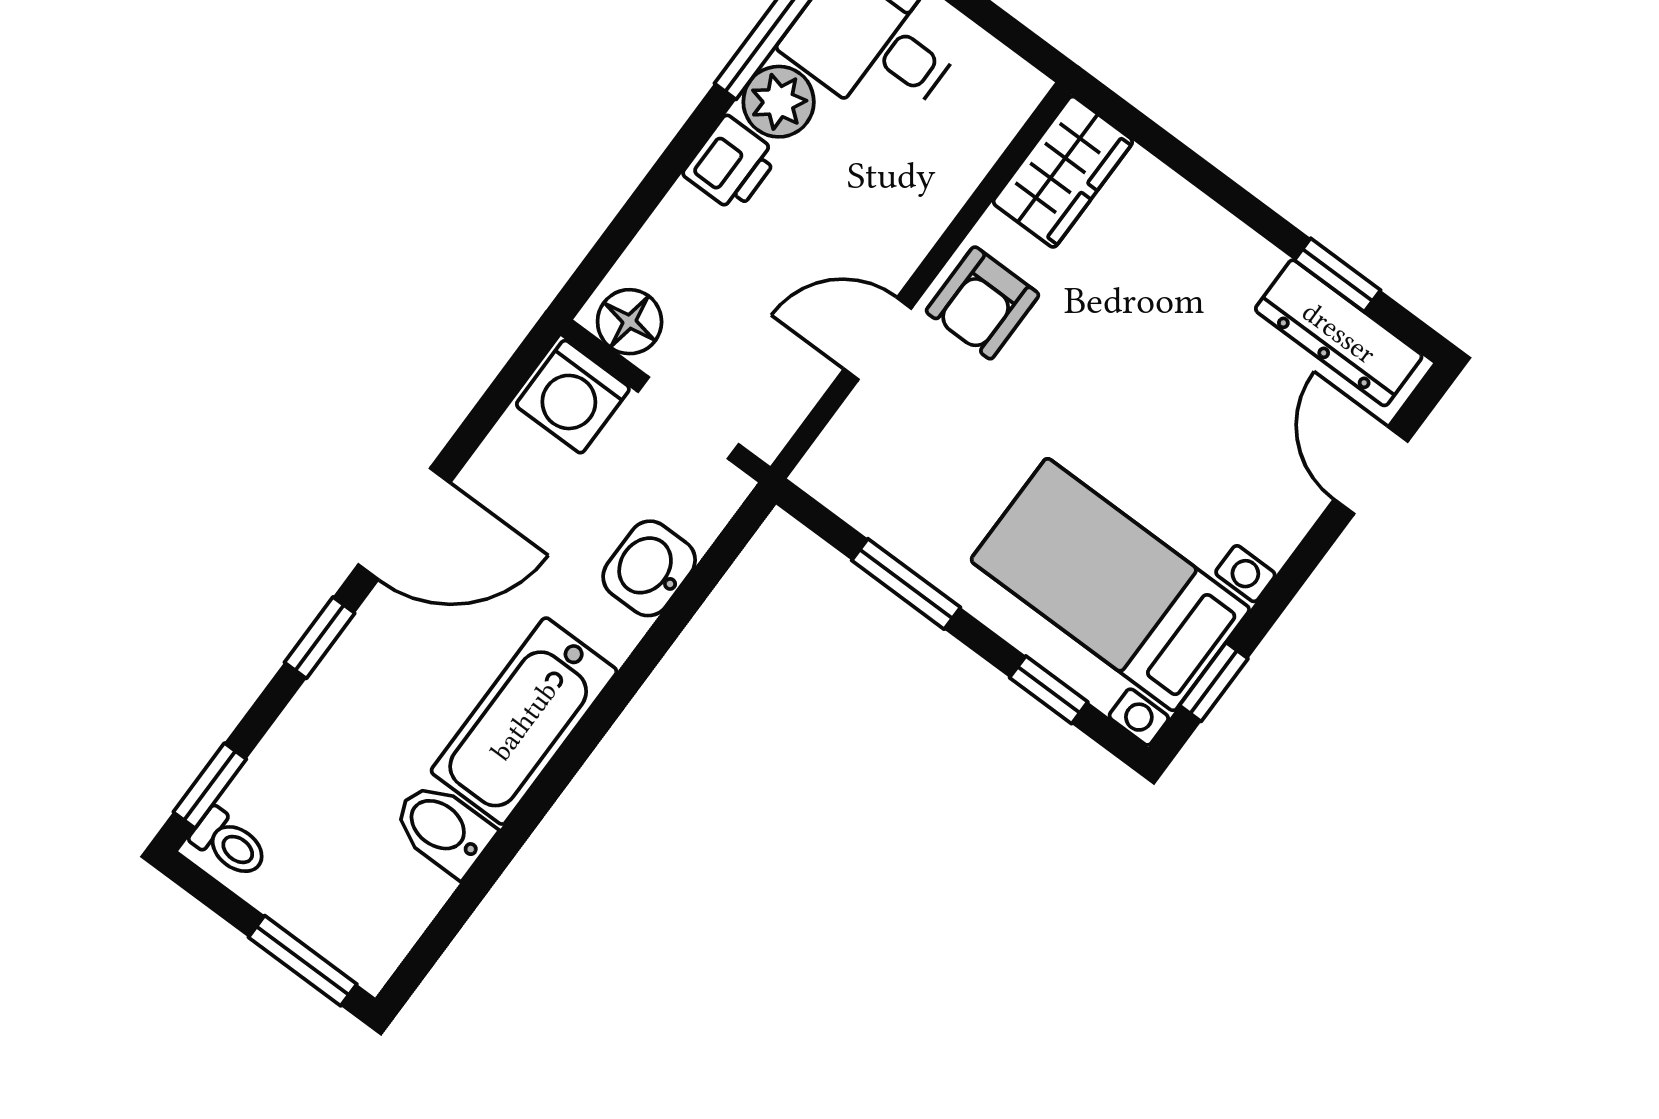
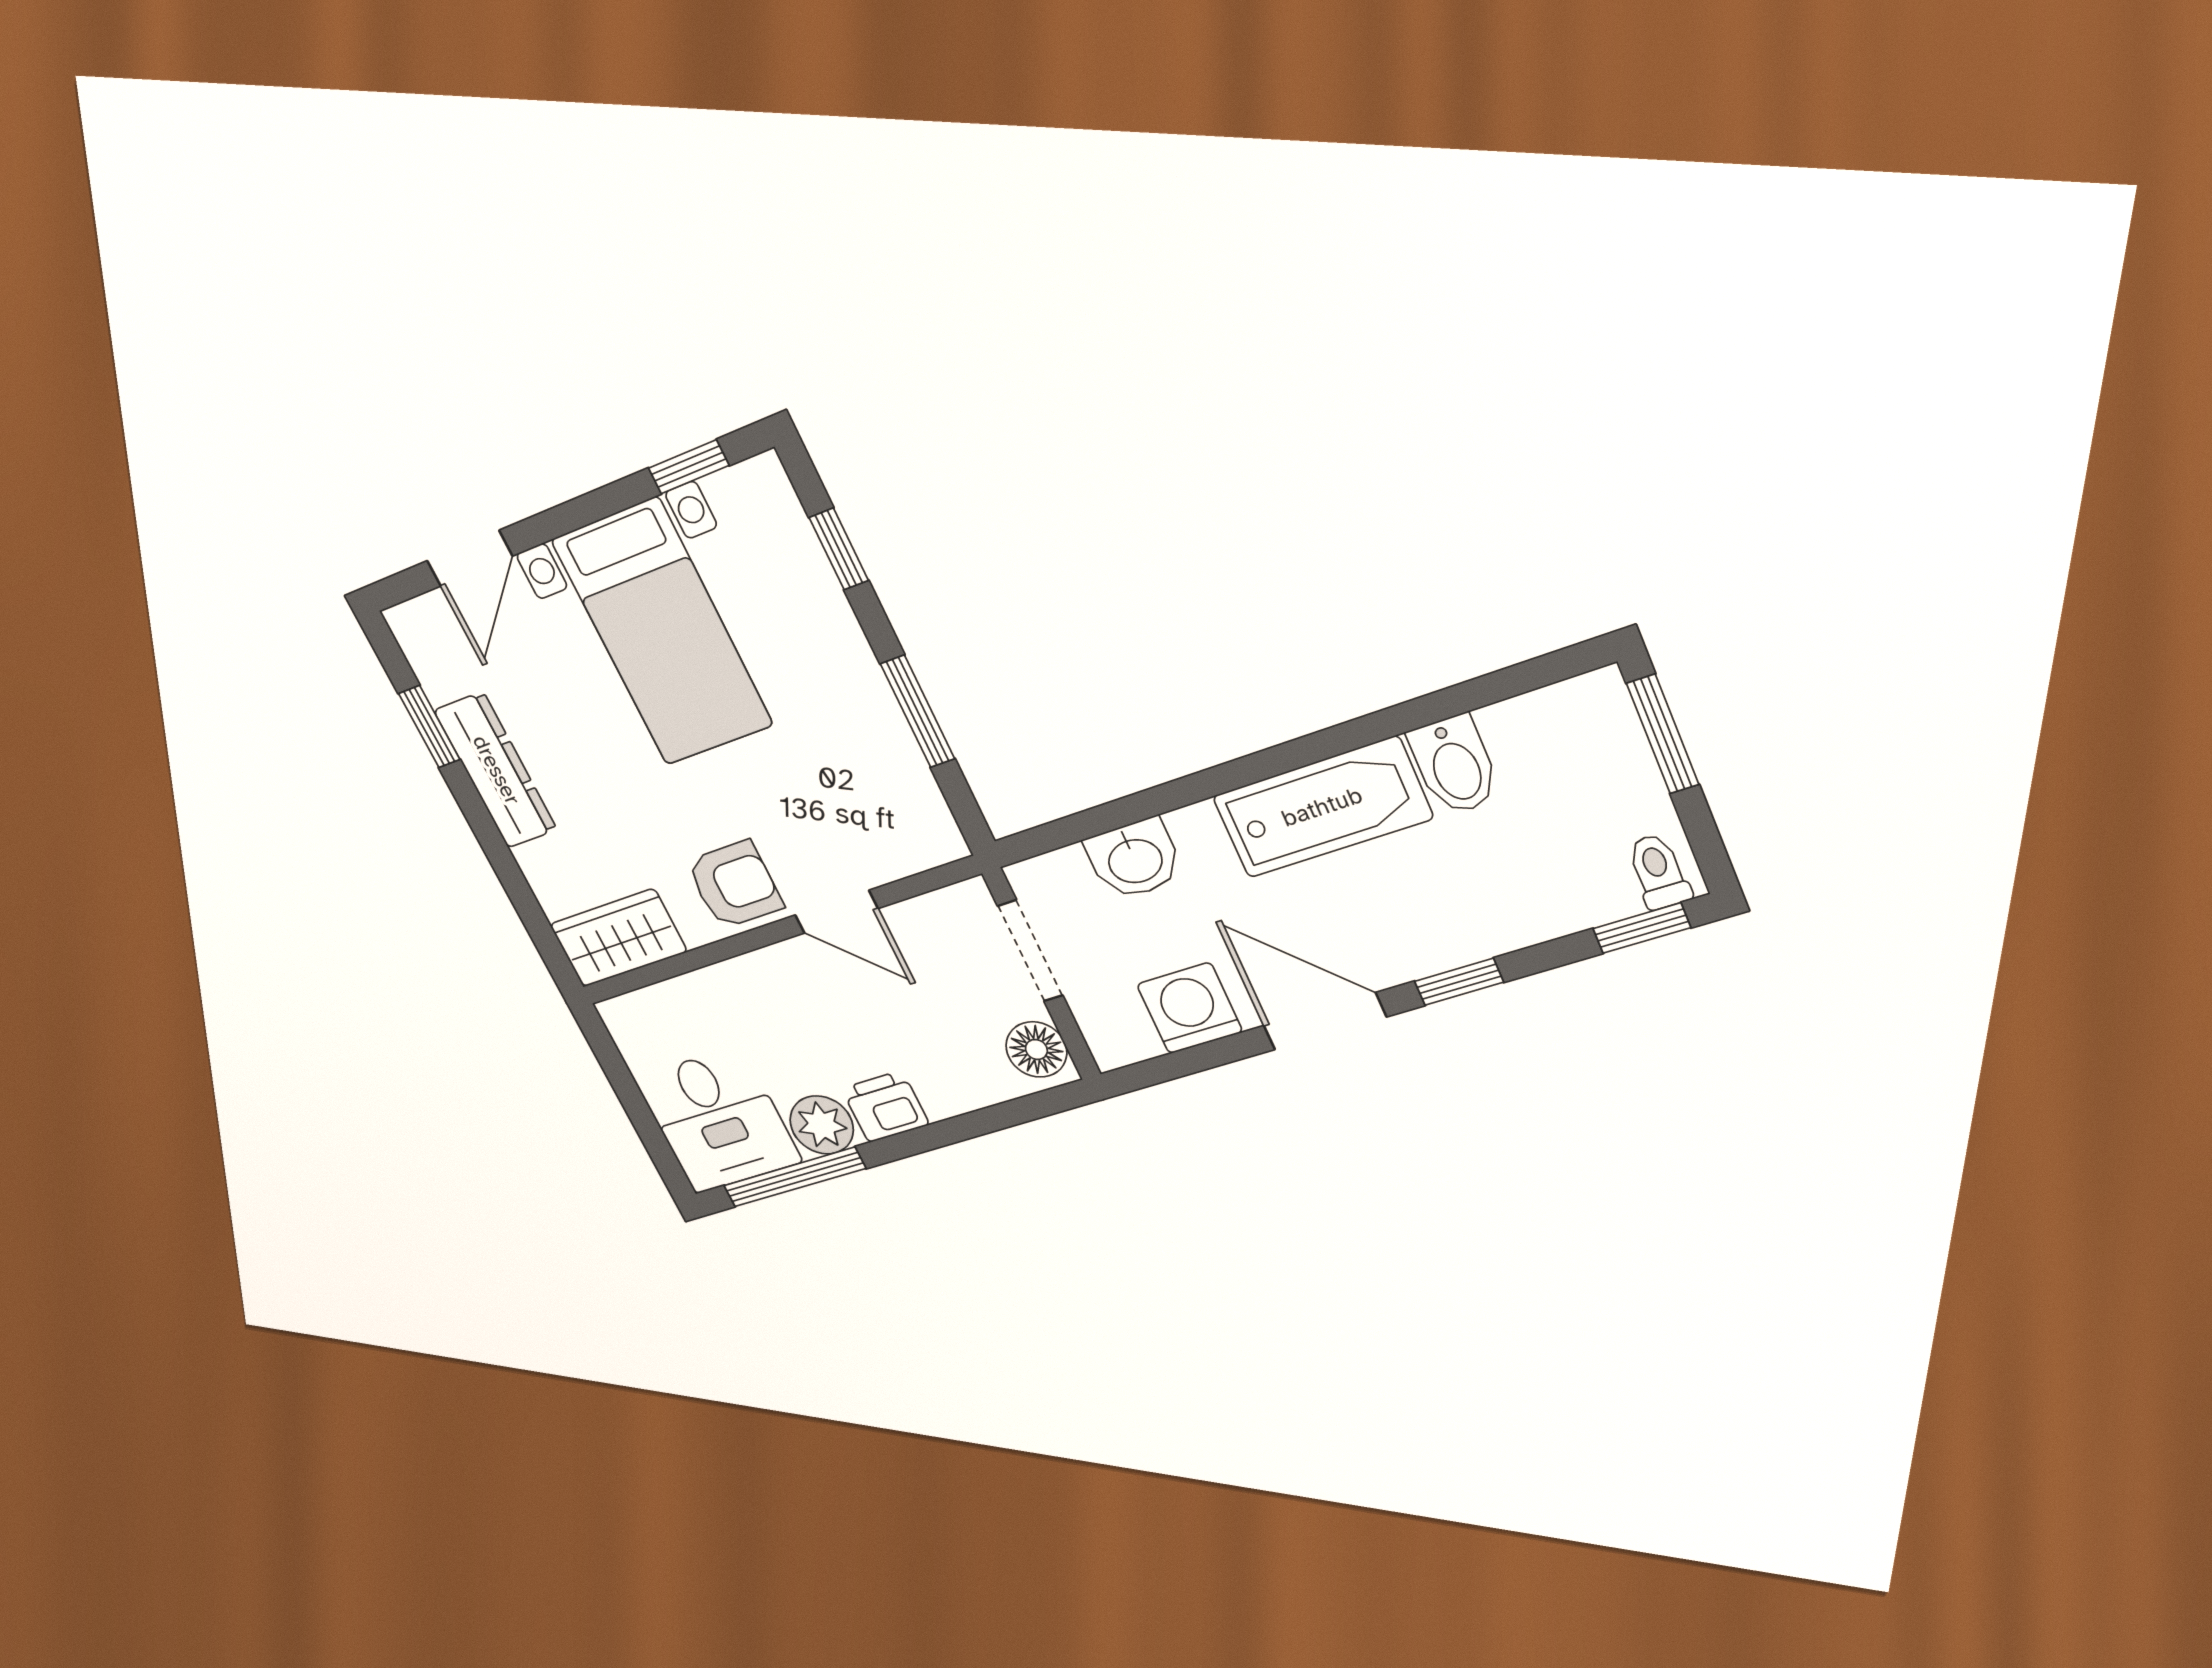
dresser: (1339, 333) -> (496, 770), moved
washing machine: (573, 397) -> (1190, 1008), moved, turned -90
bed with nightstands: (1110, 585) -> (663, 633), moved

